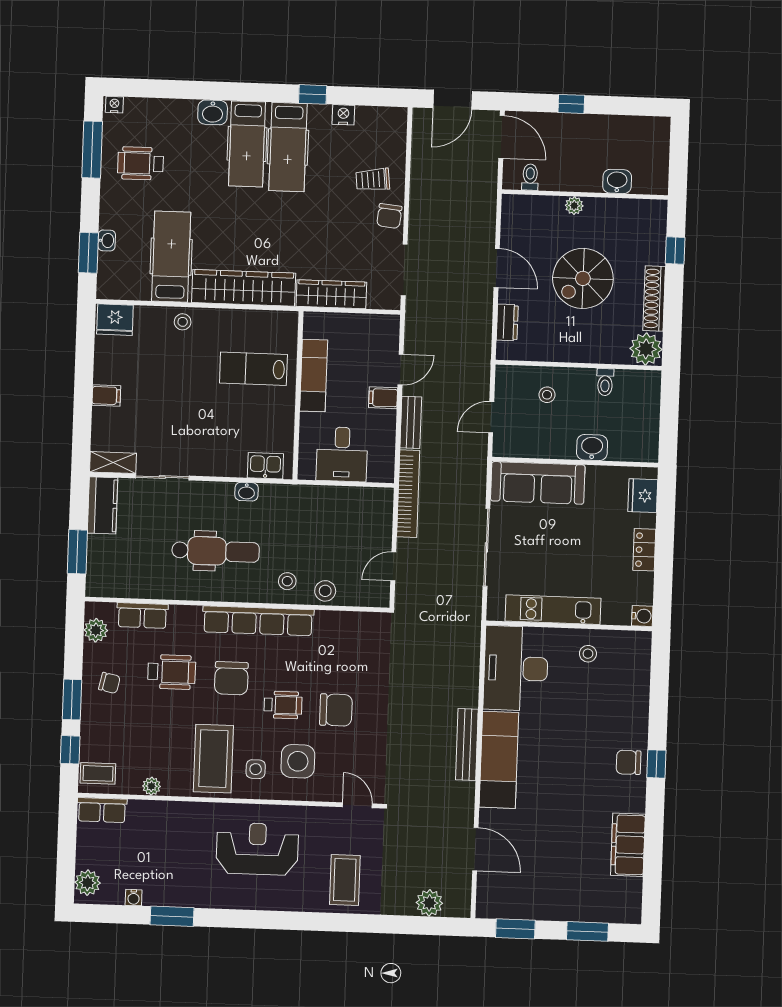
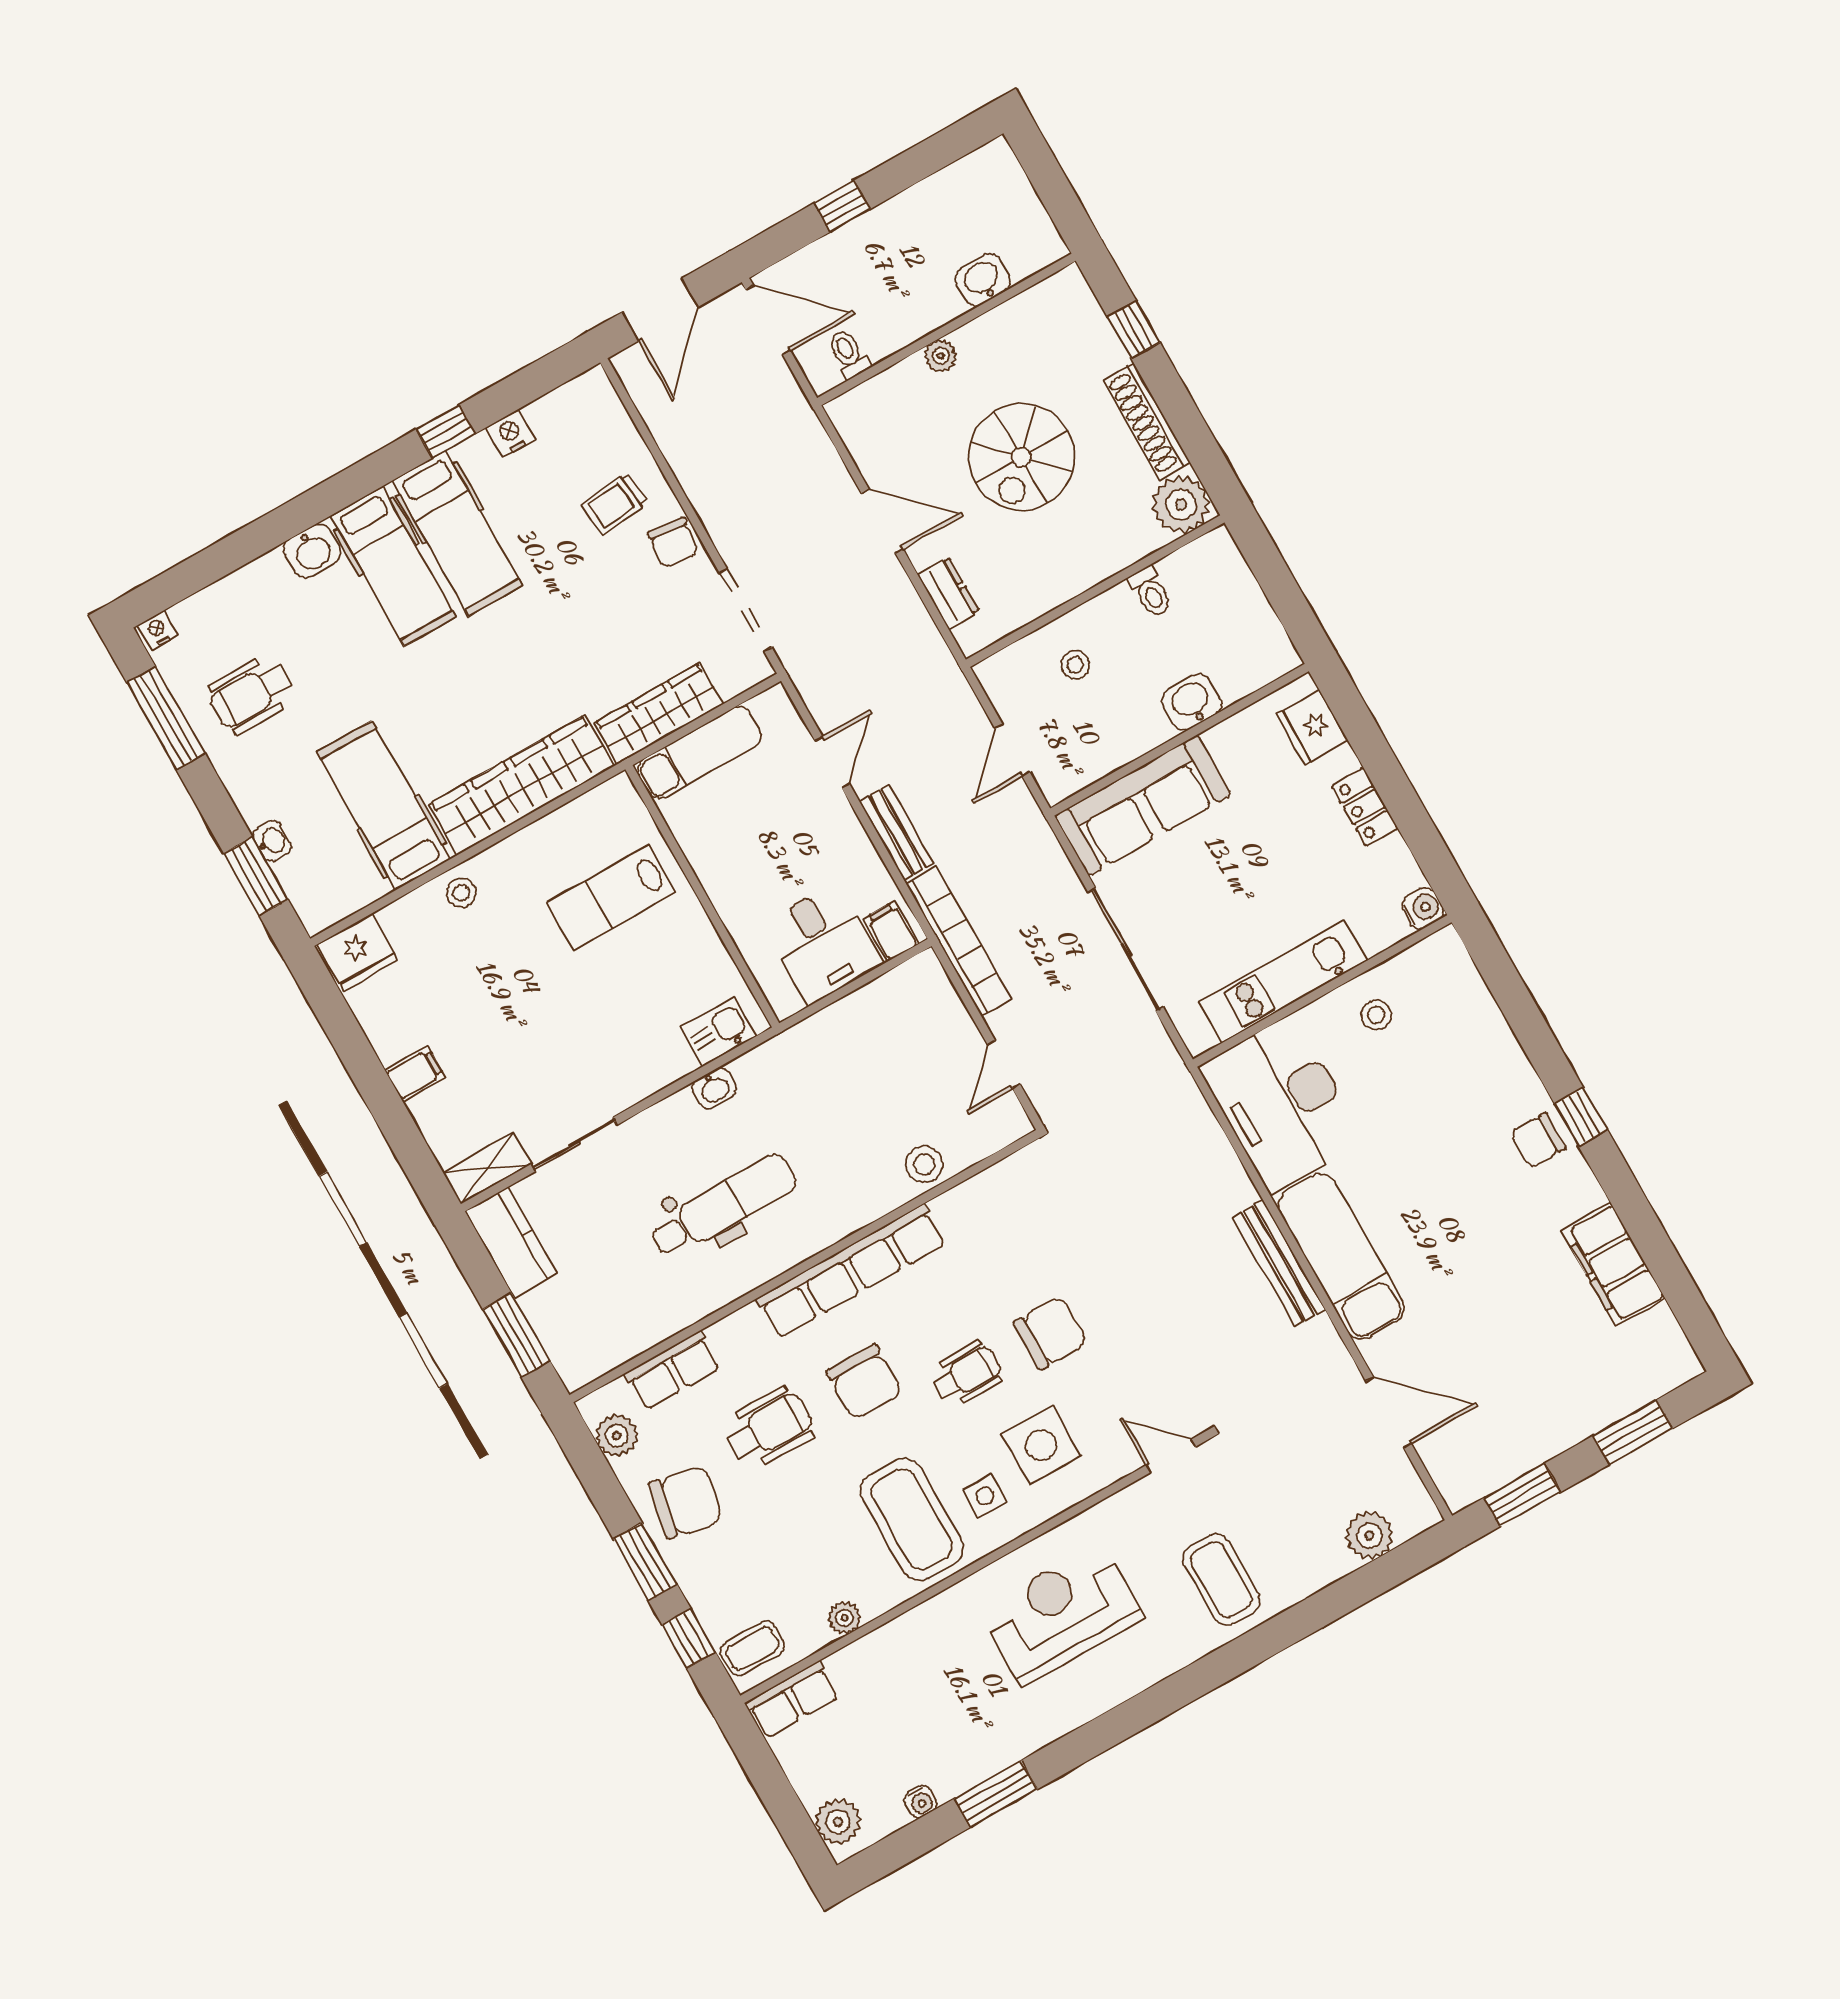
exam couch: (314, 375) -> (700, 752), moved, turned 90
filing cabinet: (383, 398) -> (891, 931), moved, turned 90
stool: (287, 581) -> (858, 1185), removed
chair: (109, 683) -> (686, 1502), width x1.87, depth x1.87

